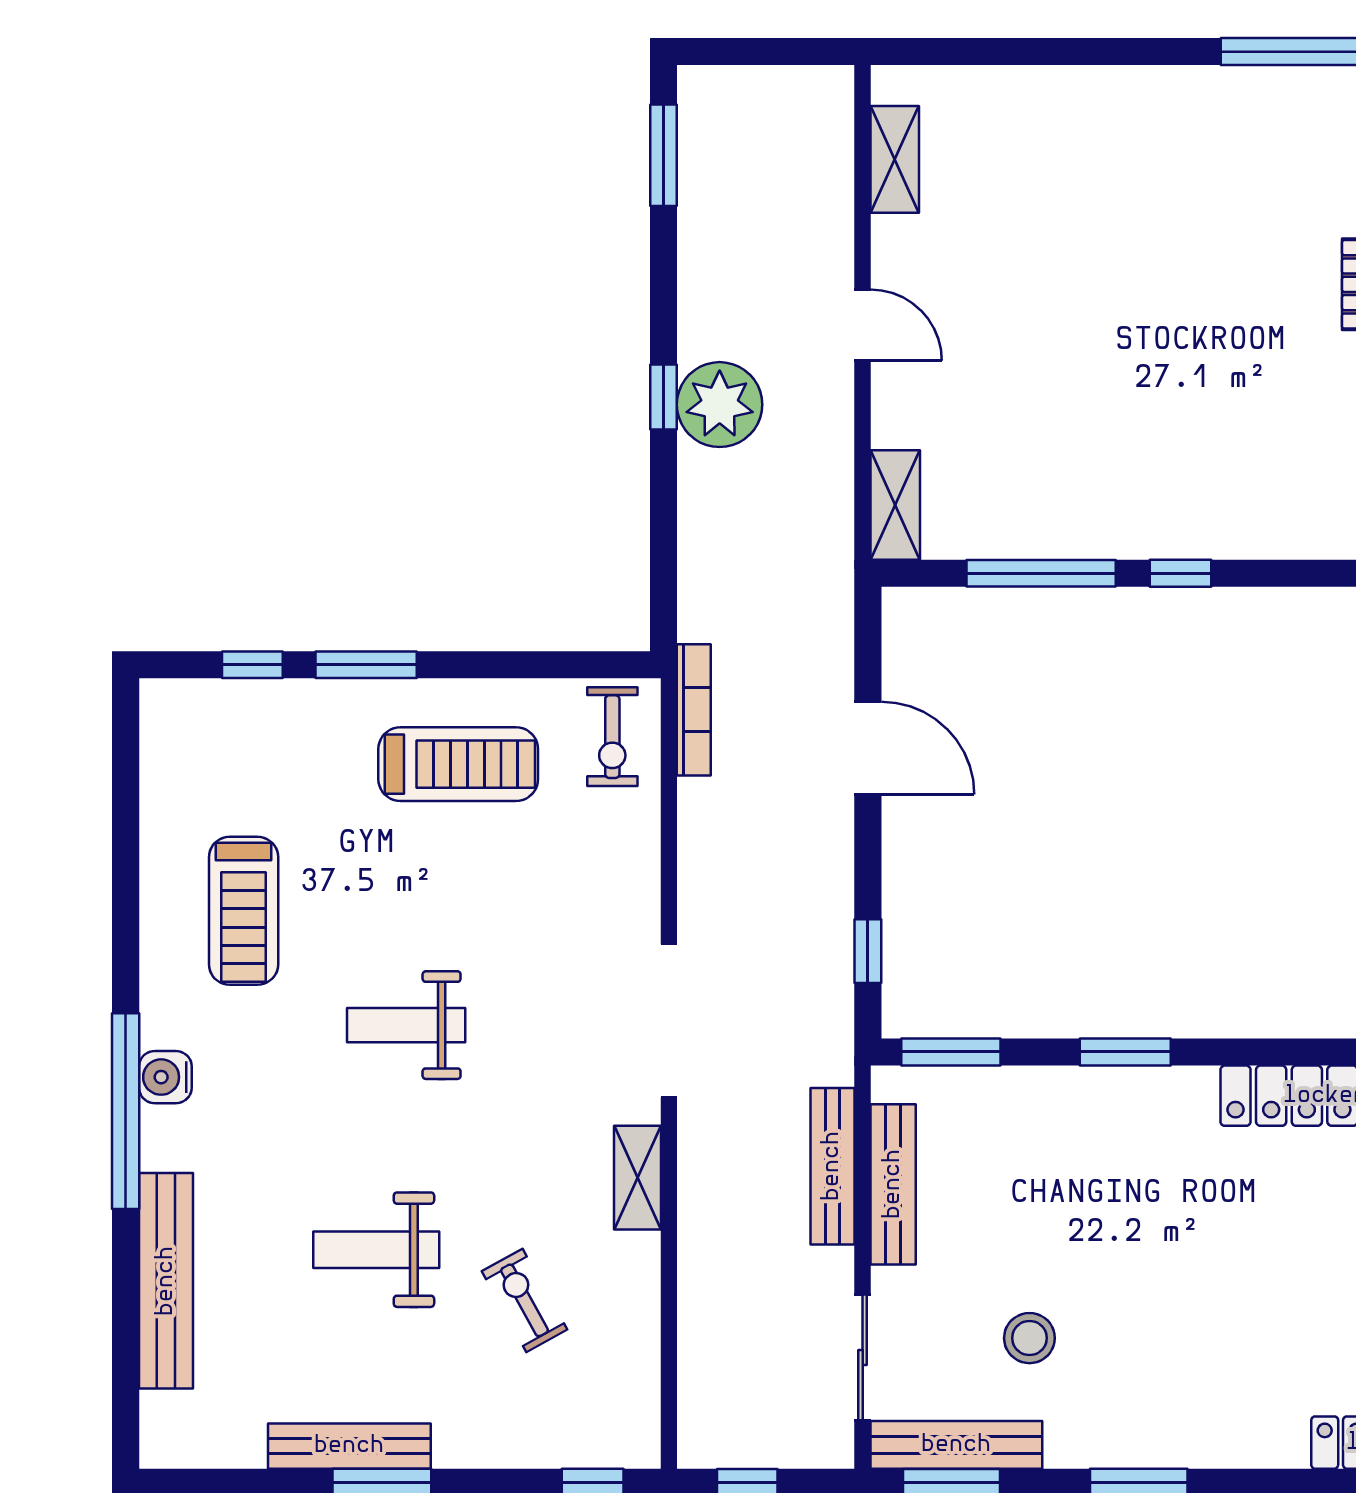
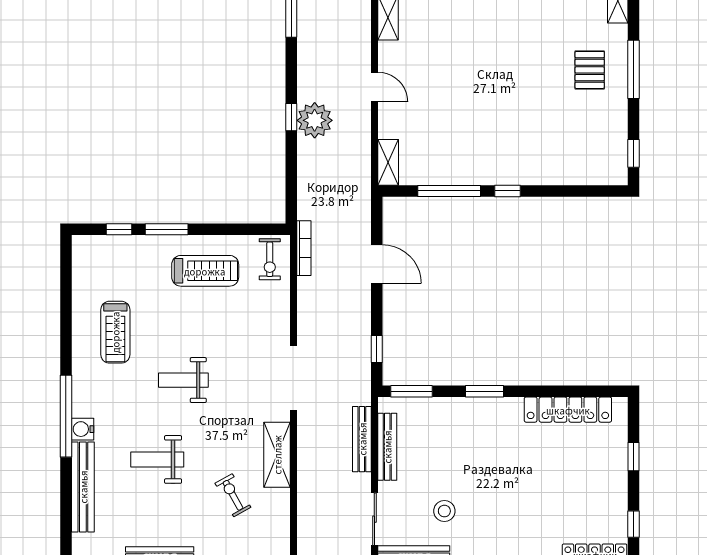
water cooler: (165, 1077) -> (83, 429), moved
shelving: (637, 1178) -> (277, 455), width x1.50, depth x1.33
weight bench: (376, 1250) -> (157, 459), moved

